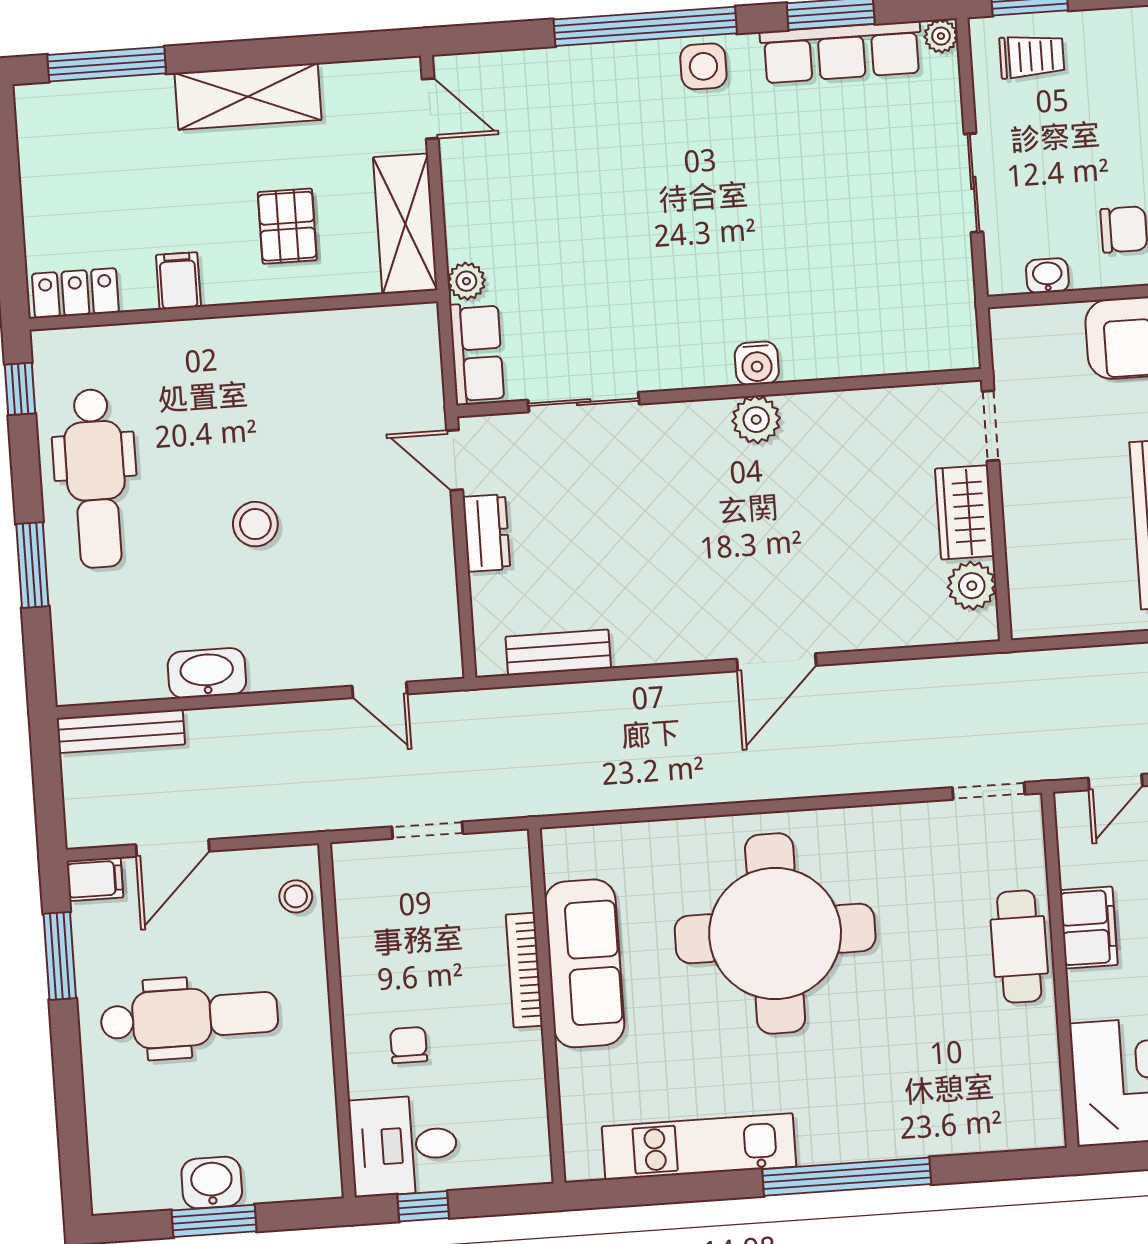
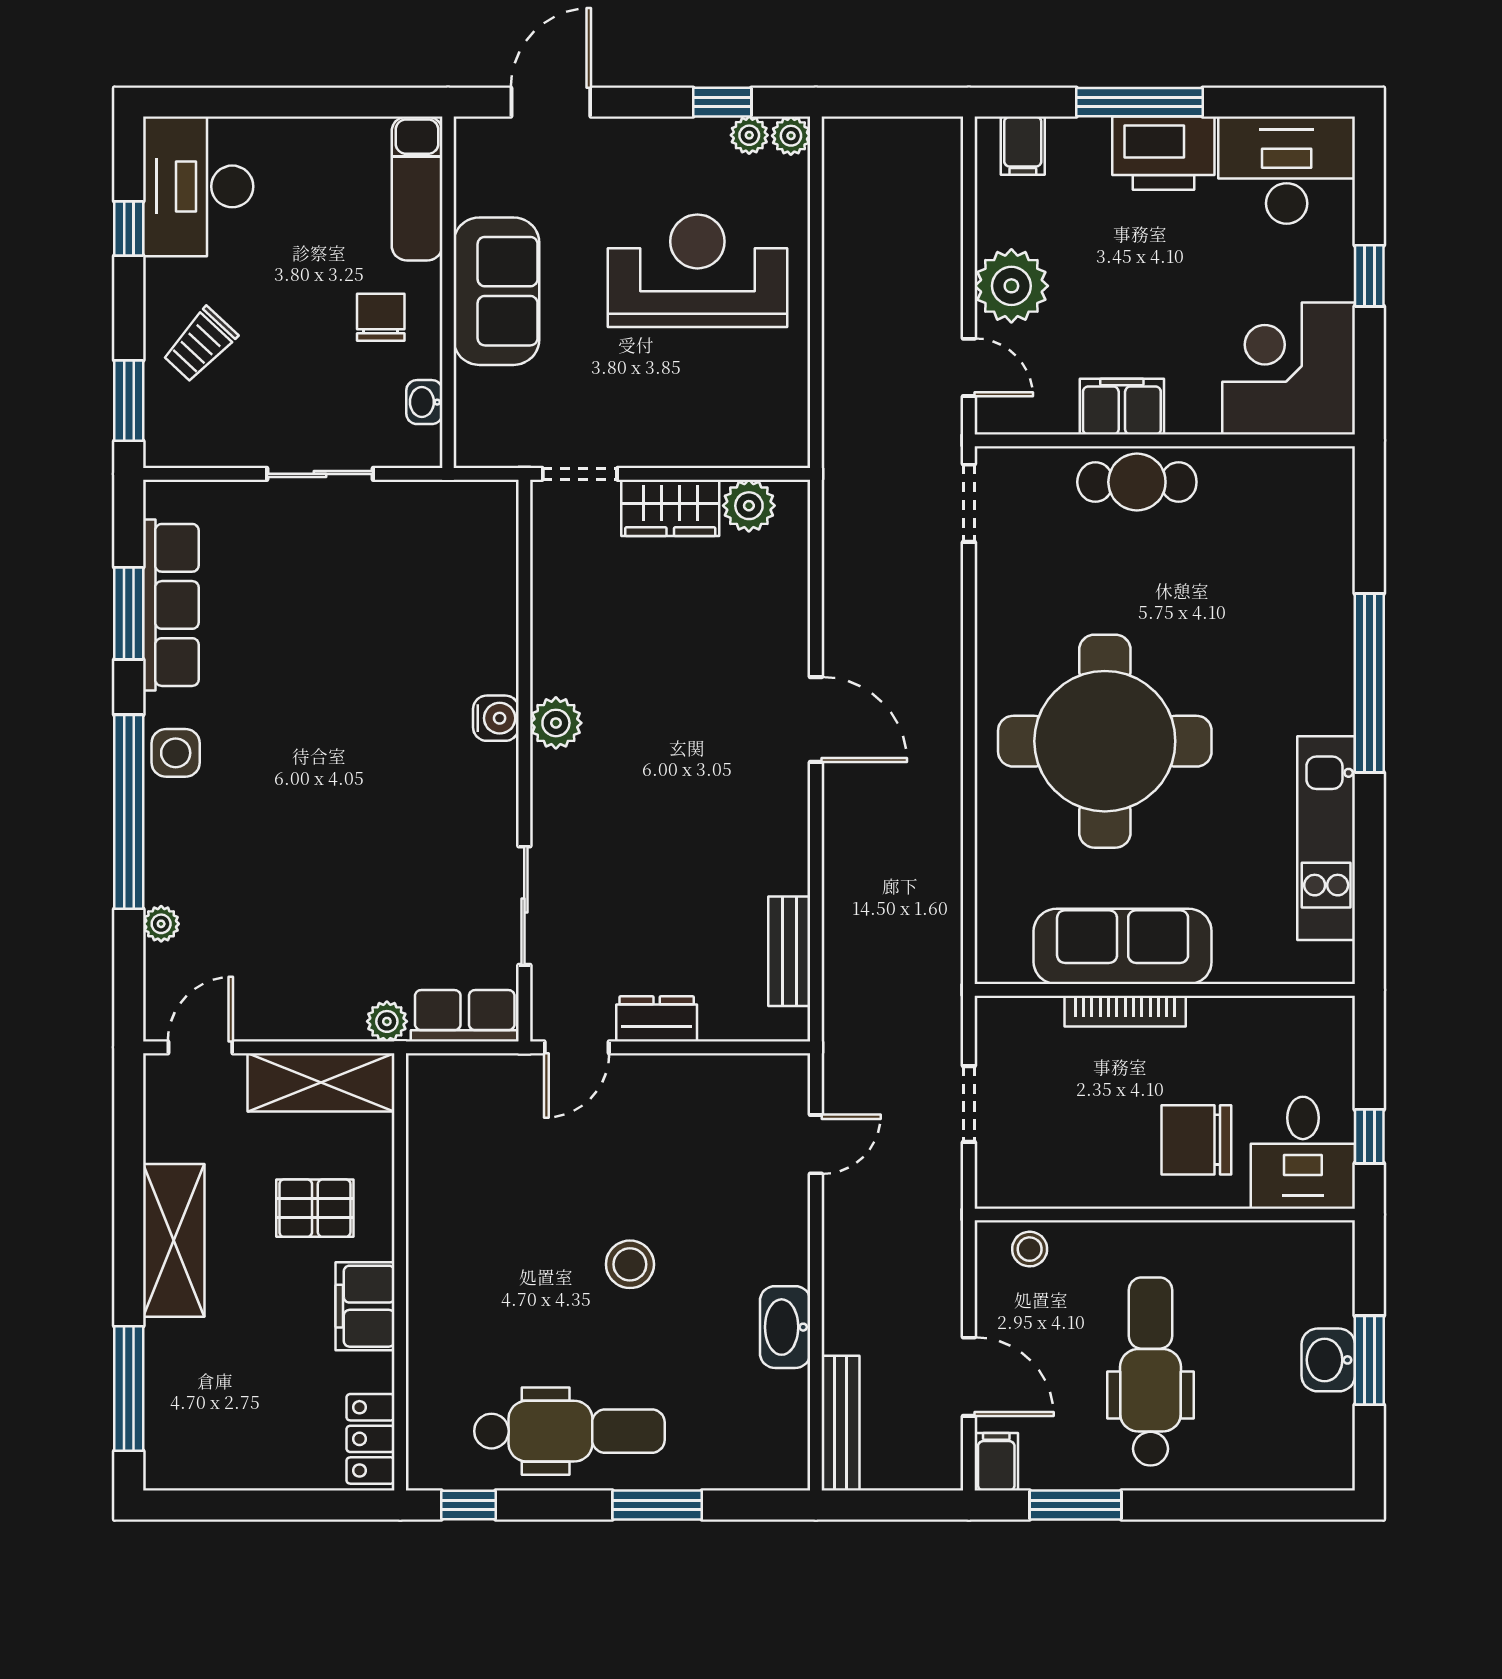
plant: (941, 36) -> (161, 924), moved
trolley: (1032, 56) -> (200, 345), moved, turned -137
filing cabinet: (178, 281) -> (365, 1306), width x2.00
chair: (409, 1045) -> (1196, 1140), width x1.87, depth x1.87

